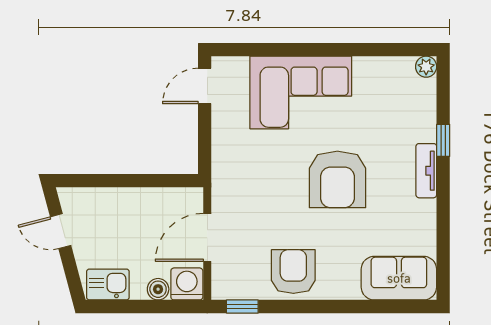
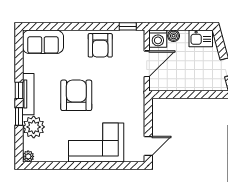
plant: (416, 121) -> (34, 127), added
tv unit: (426, 171) -> (28, 94), width x1.41
window: (443, 189) -> (19, 90), added

